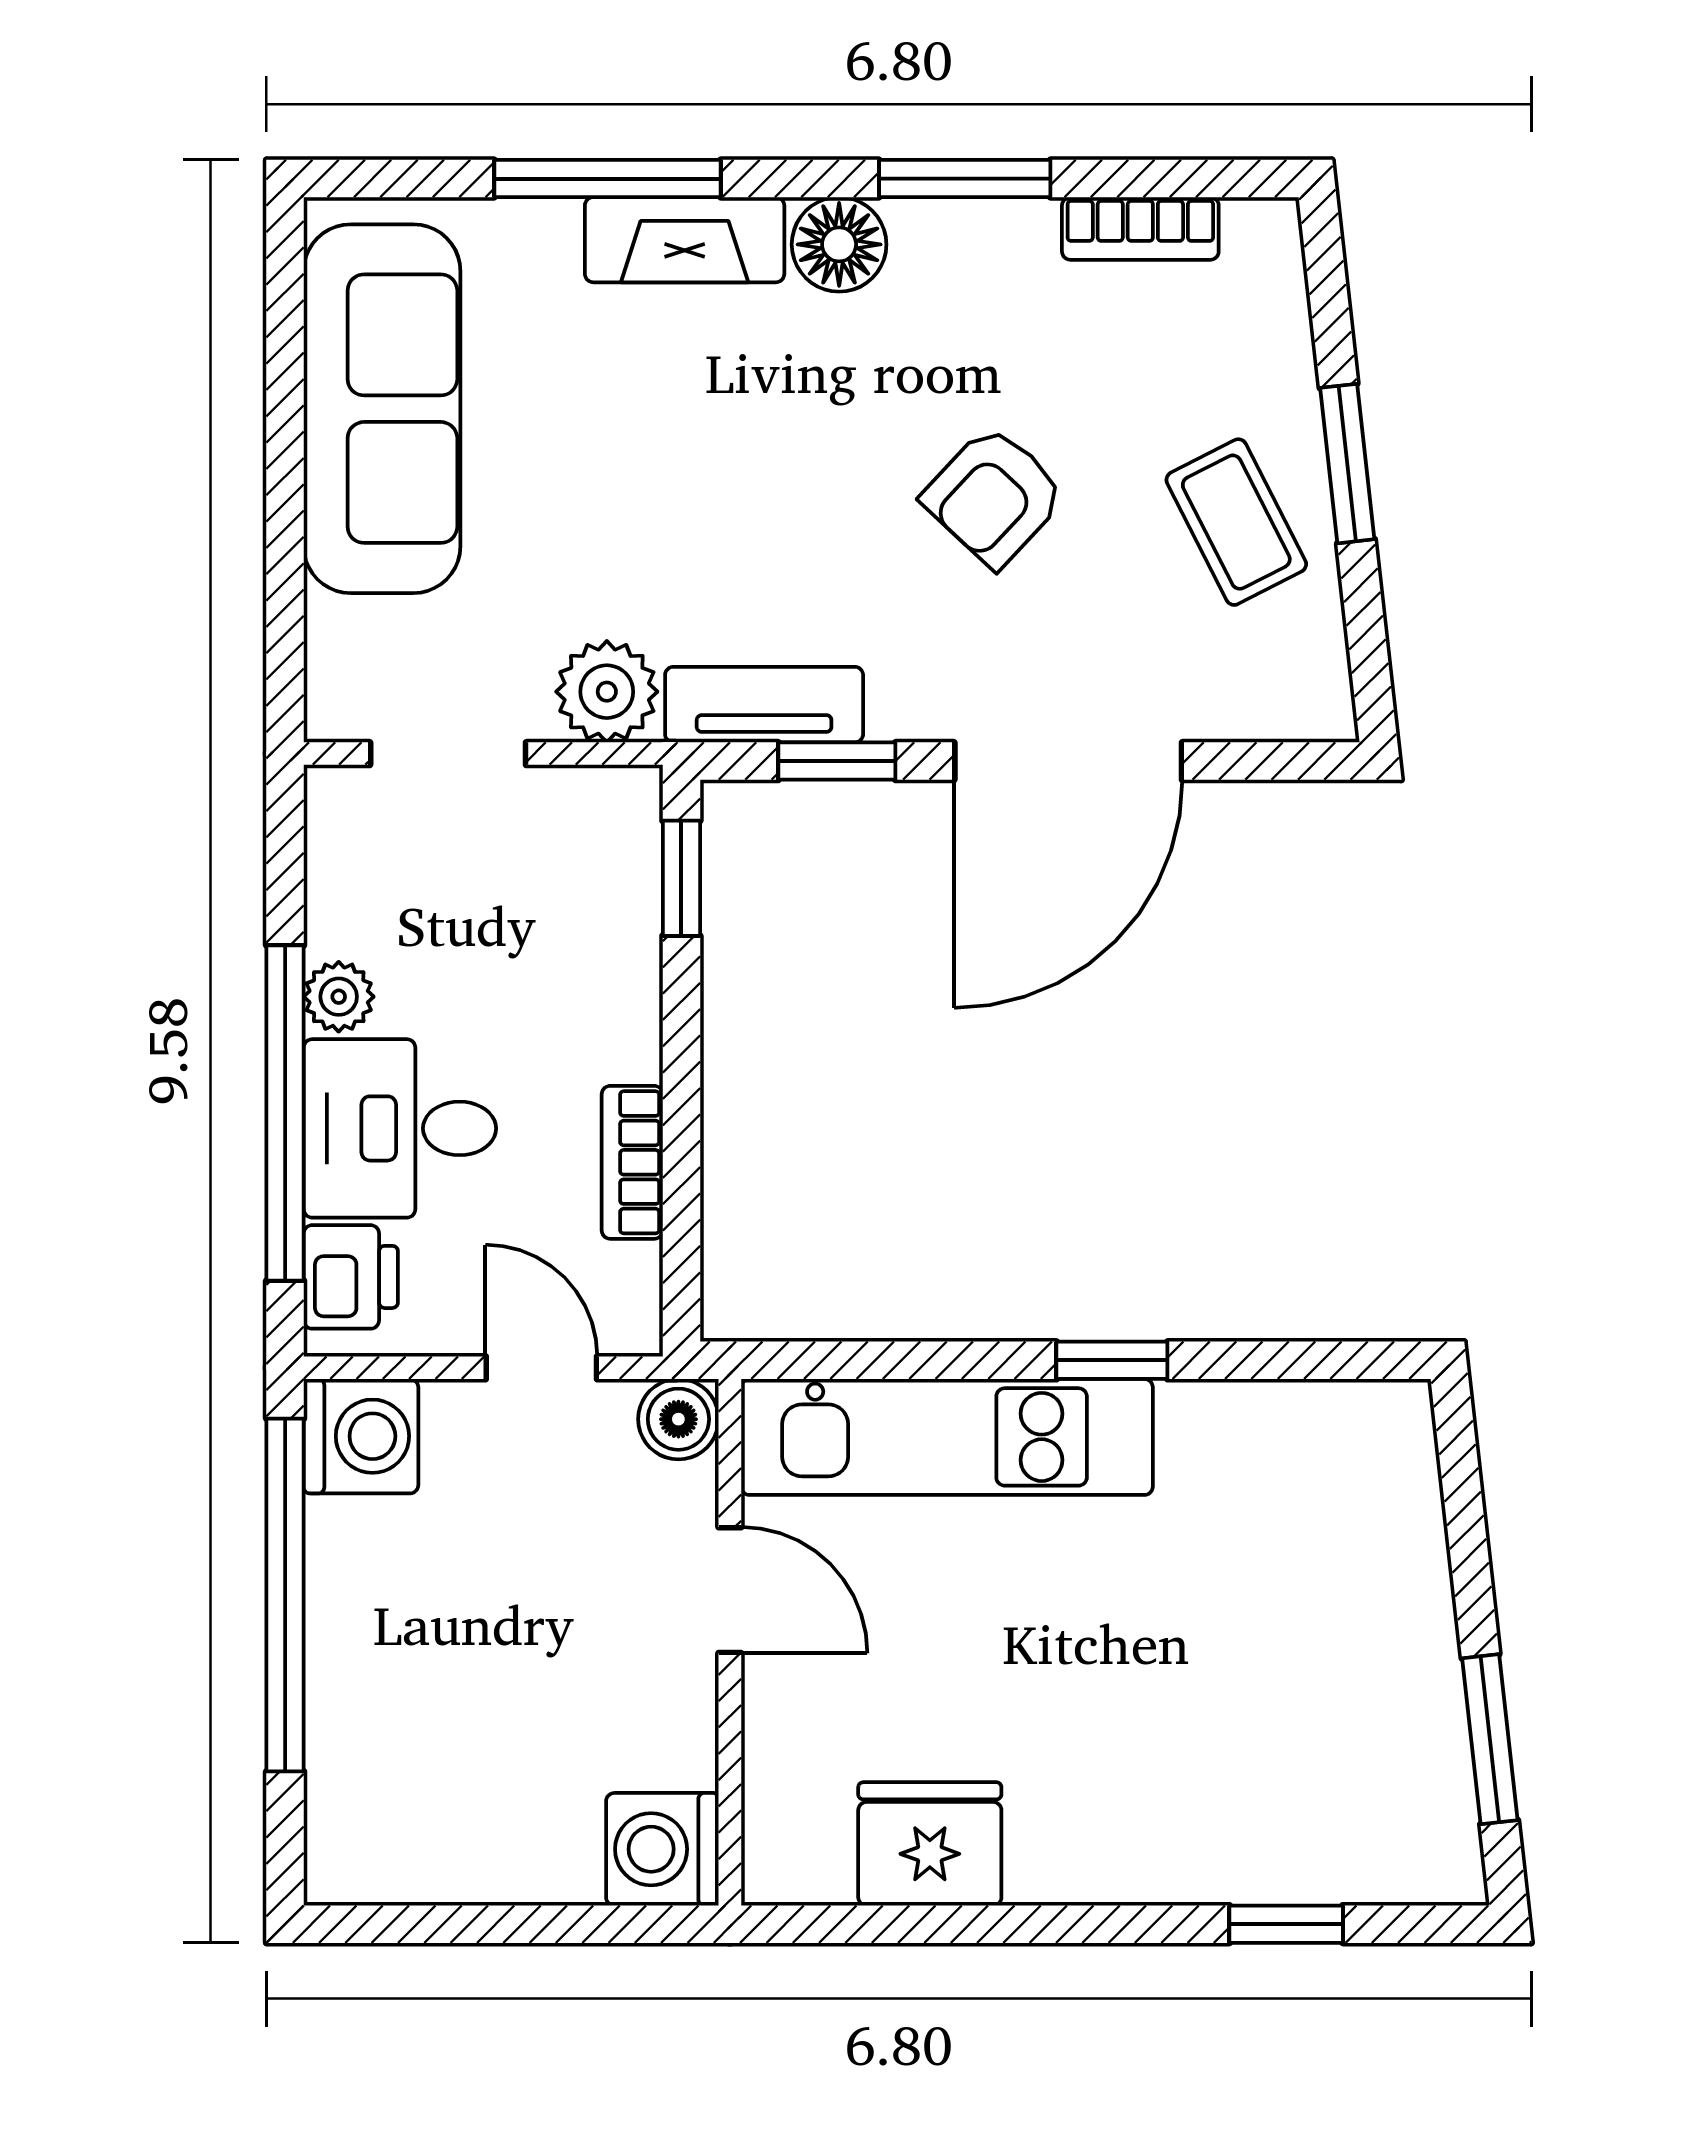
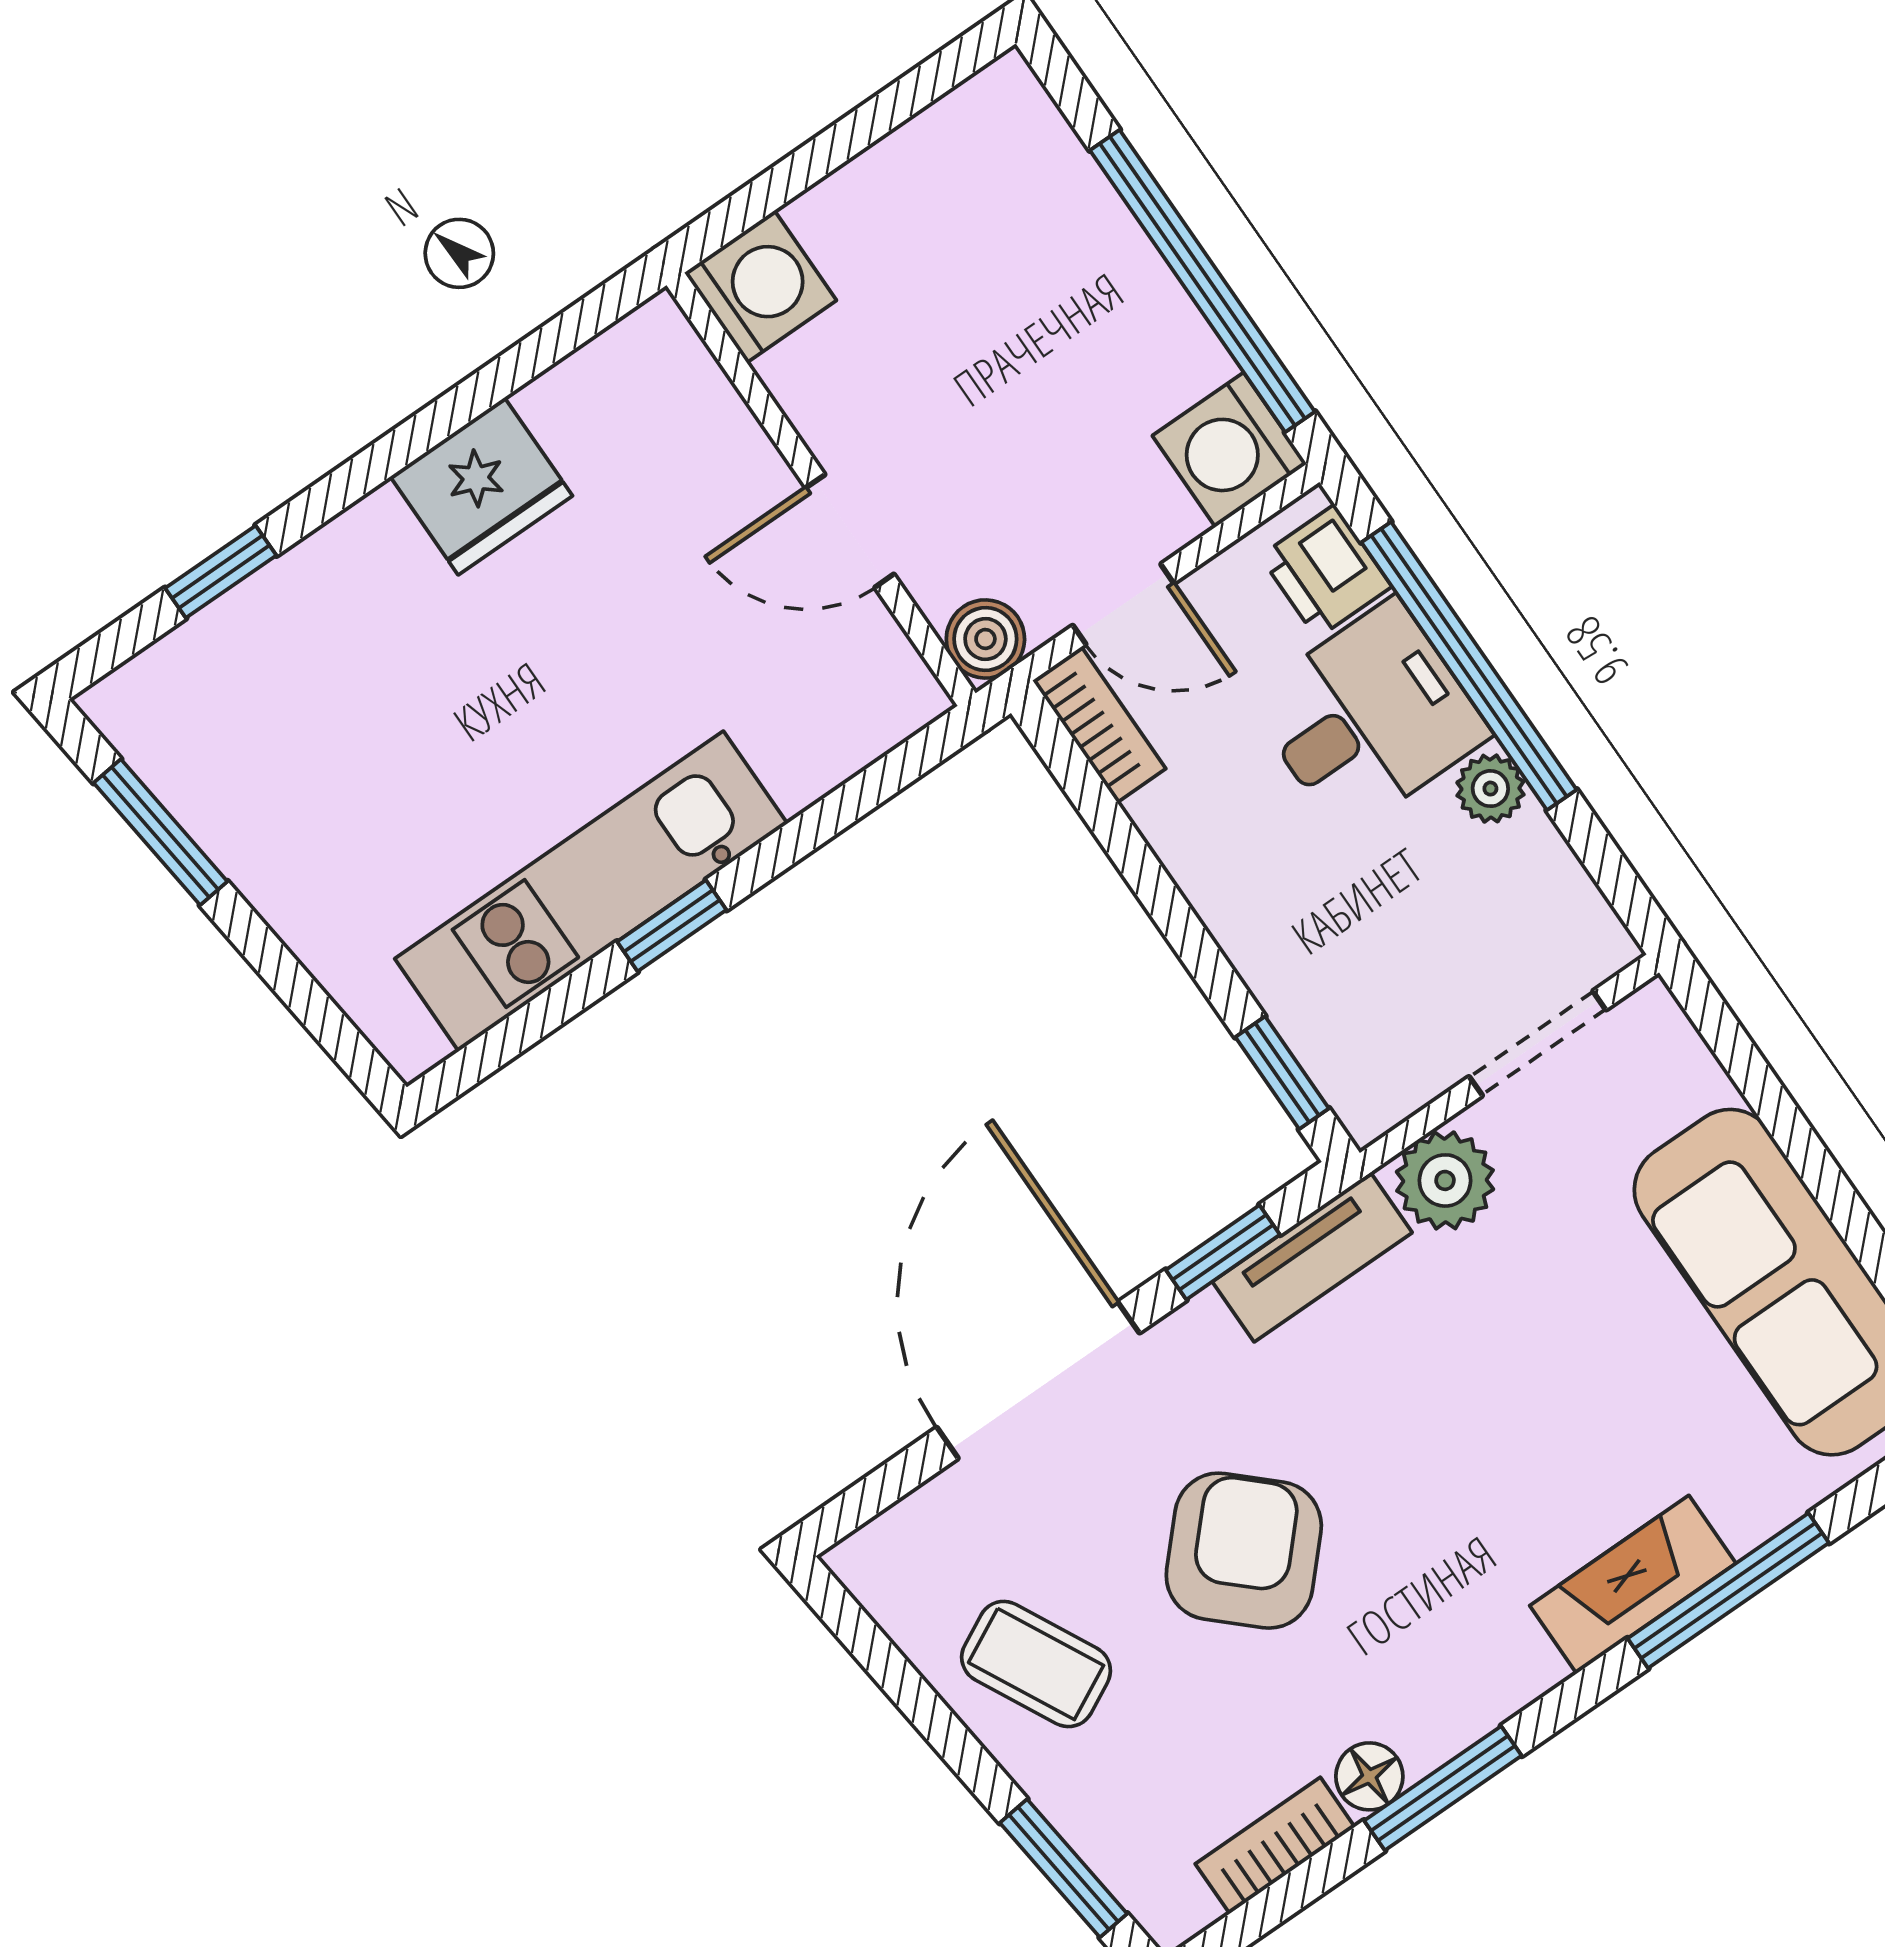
floor lamp: (839, 244) -> (1369, 1776), moved, width x0.73, depth x0.73
window: (1347, 464) -> (1064, 1868), moved
armchair: (994, 496) -> (1244, 1551), width x1.38, depth x1.38
bookcase: (632, 1162) -> (1099, 725), moved
kitchen unit: (947, 1437) -> (591, 891), moved
fridge: (930, 1844) -> (481, 486), moved

